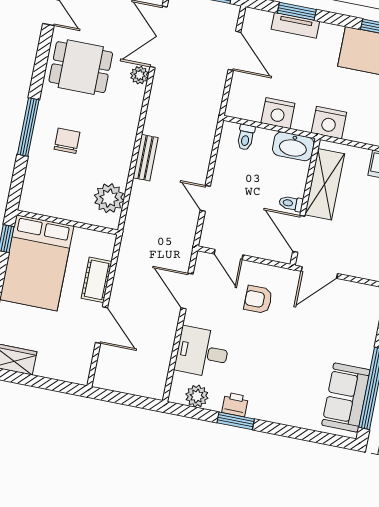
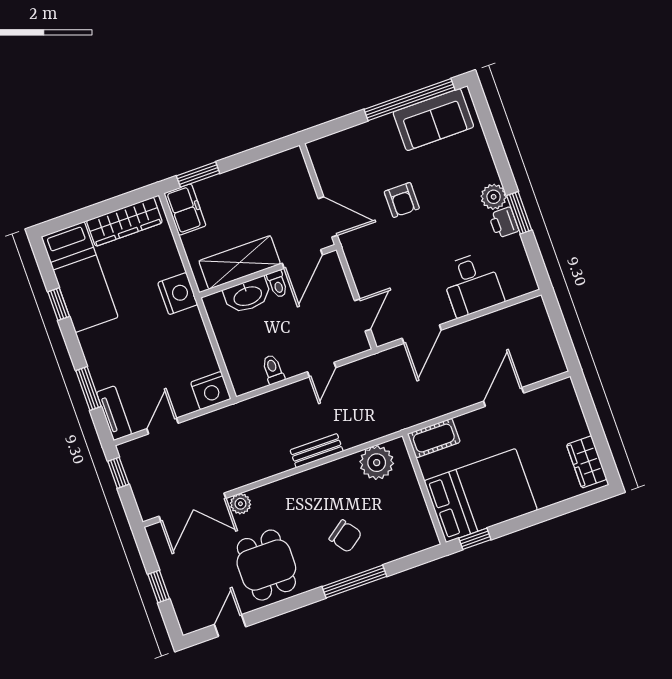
tv unit: (295, 25) -> (114, 413), moved
door: (235, 51) -> (163, 426), width x0.73
nightstand: (278, 113) -> (211, 391), moved, turned 90
toilet: (246, 137) -> (273, 369), moved, turned -90
chair: (67, 141) -> (345, 536), turned -126
washbasin: (293, 146) -> (247, 295), moved, turned 90
cot: (97, 280) -> (434, 438), moved
armchair: (258, 299) -> (402, 200), moved
plant: (197, 396) -> (494, 197), moved

